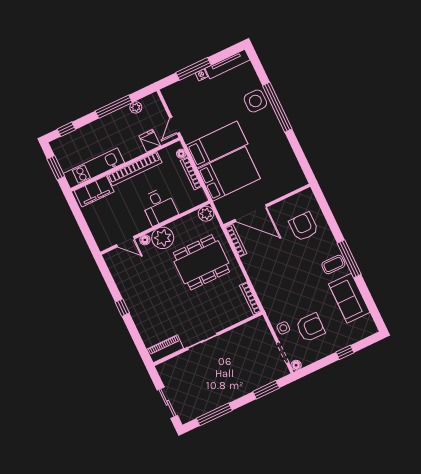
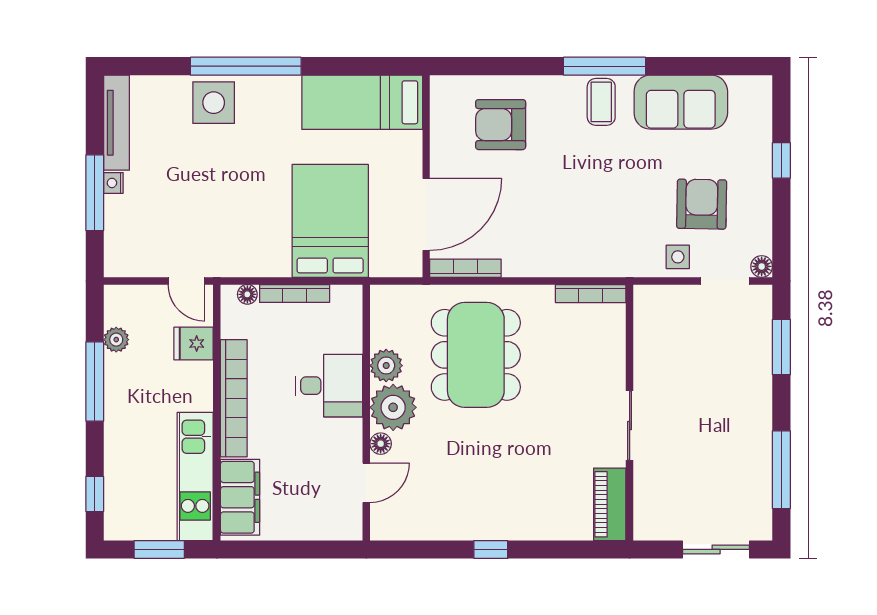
bed: (217, 145) -> (362, 102), moved, turned -90
plant: (206, 214) -> (386, 366), moved

